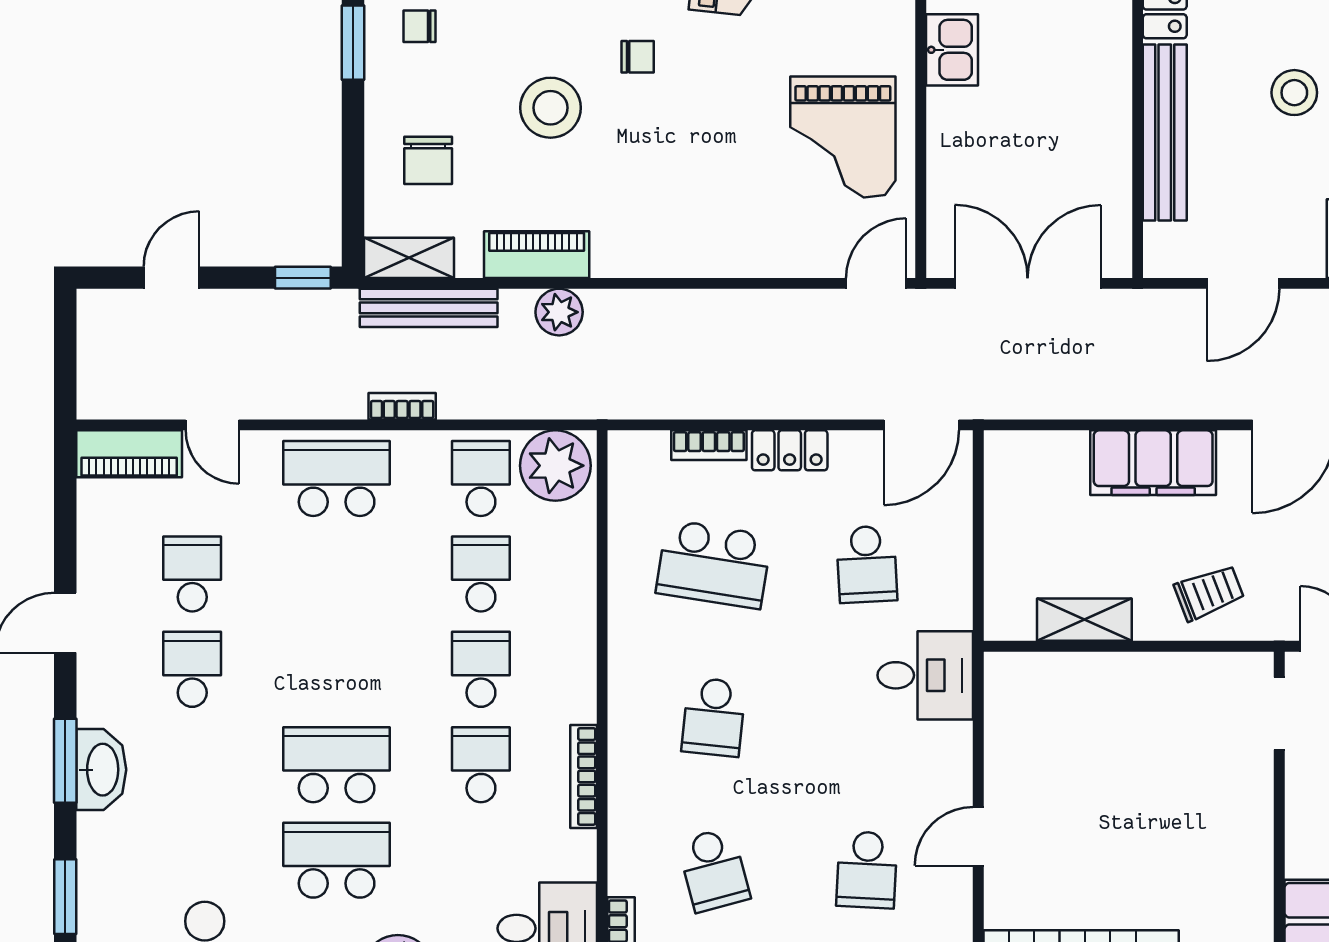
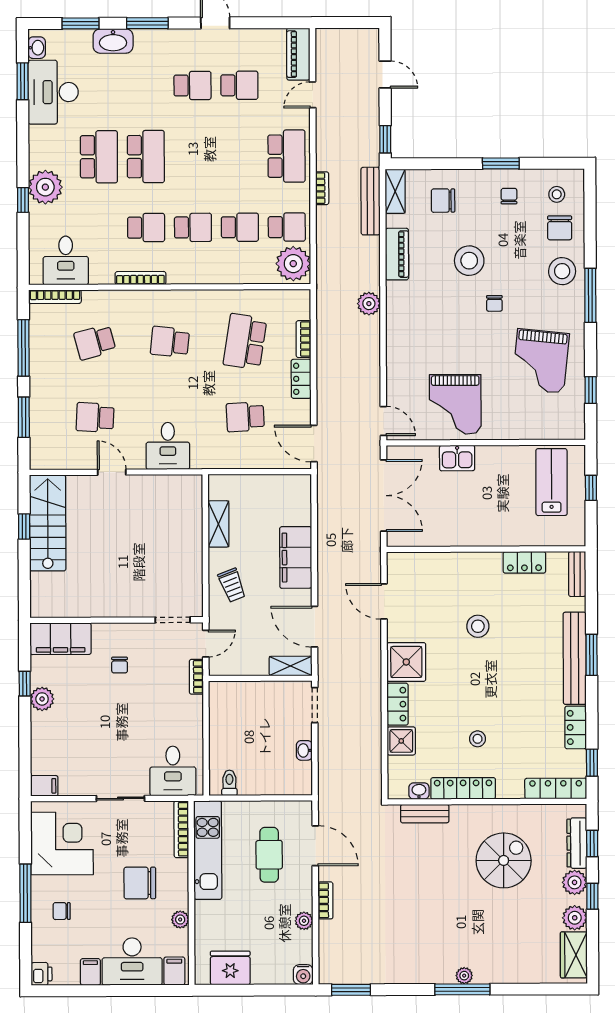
kitchen sink: (952, 50) -> (457, 458), moved
bench: (1165, 132) -> (458, 563), removed
grand piano: (843, 137) -> (455, 404), turned -90
plant: (559, 312) -> (369, 304), moved
desk: (925, 675) -> (168, 446), moved
washbasin: (101, 770) -> (113, 41), moved

